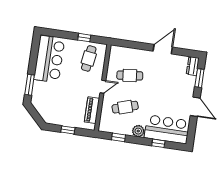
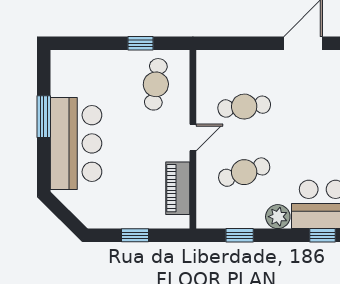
bar counter: (49, 59) -> (76, 143), moved
window: (30, 85) -> (44, 117), moved

